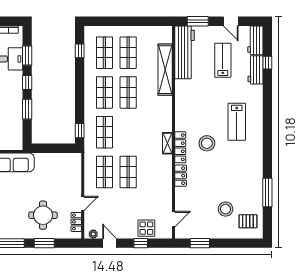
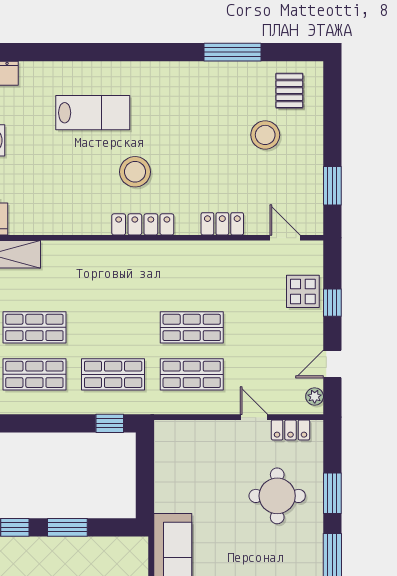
shelving: (167, 143) -> (135, 250), removed
locker: (181, 176) -> (222, 224), moved

